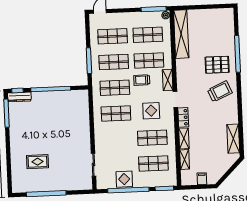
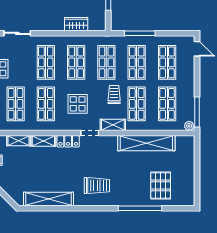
shelving: (181, 34) -> (146, 143), moved
pallet: (217, 65) -> (161, 185), moved
trolley: (220, 91) -> (97, 186), turned -66
wardrobe: (84, 115) -> (76, 24), added
shop shelf: (117, 139) -> (46, 62), added
shelving: (233, 139) -> (49, 199), width x1.47

